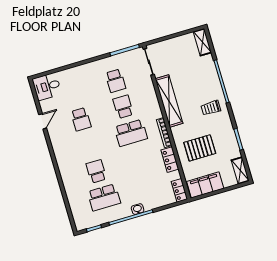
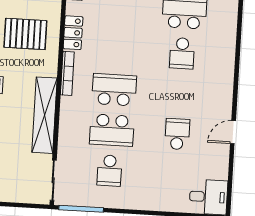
school desk: (115, 81) -> (109, 171), turned 180
school desk: (123, 107) -> (112, 130), width x1.85
door: (43, 121) -> (233, 132), moved

